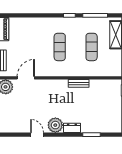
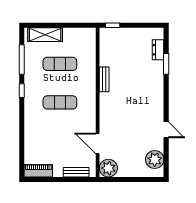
plant: (55, 125) -> (155, 159), moved
dresser: (72, 128) -> (158, 50), moved
door: (37, 135) -> (166, 130), swing flipped

